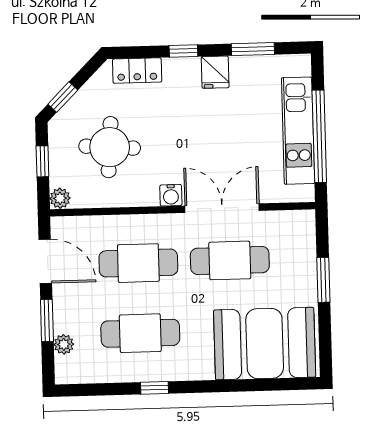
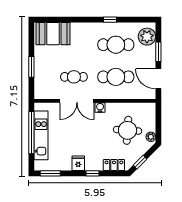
window: (253, 49) -> (50, 173), moved
window: (63, 97) -> (140, 162), moved
window: (42, 161) -> (158, 125), removed
plant: (60, 198) -> (151, 137), moved
cafe table: (230, 260) -> (74, 77), width x0.73, depth x0.74
plant: (64, 344) -> (147, 37), width x1.87, depth x1.87
booth: (265, 344) -> (53, 34), width x0.73, depth x0.70

